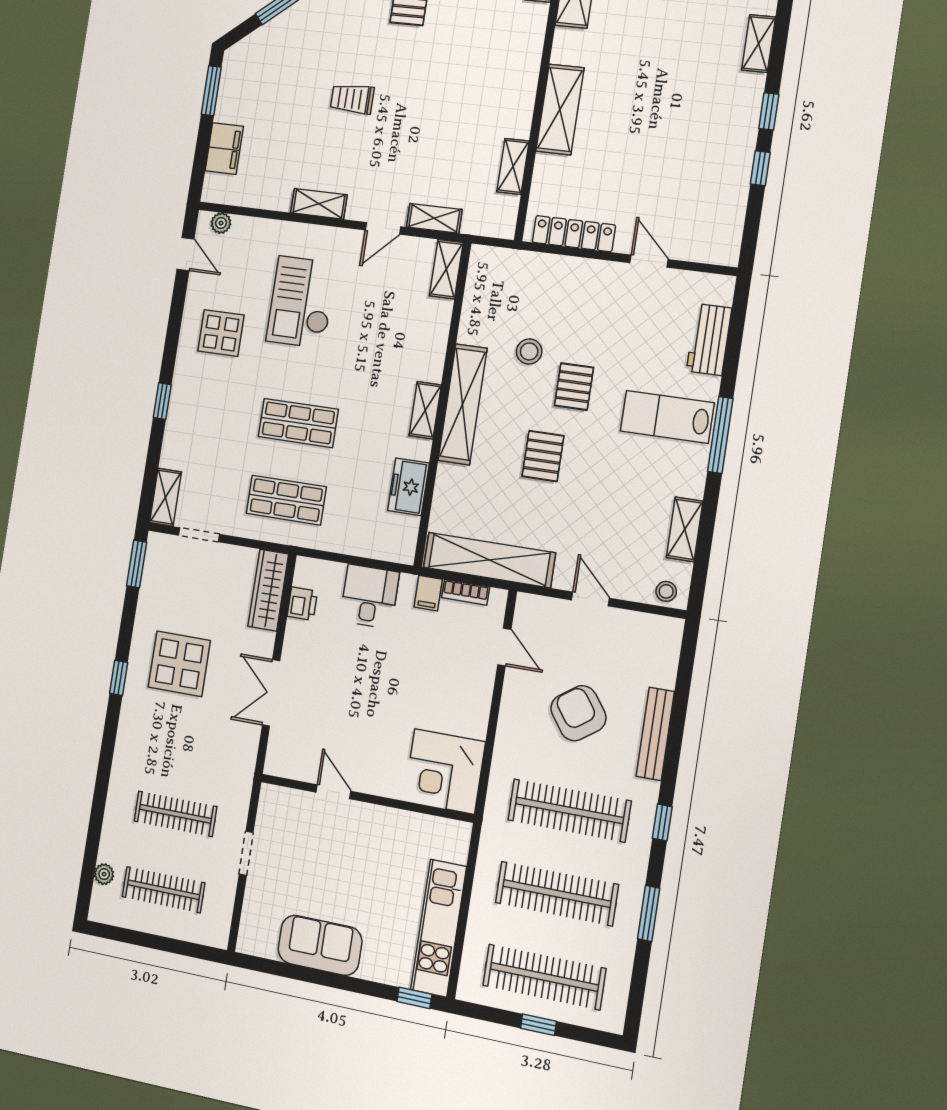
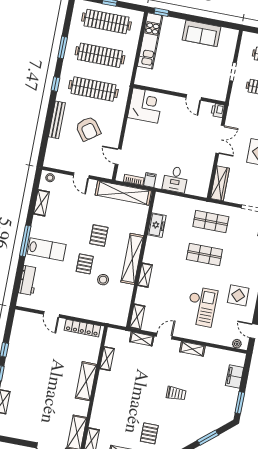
shelving: (425, 410) -> (145, 275), moved
printer: (302, 604) -> (218, 110), moved

